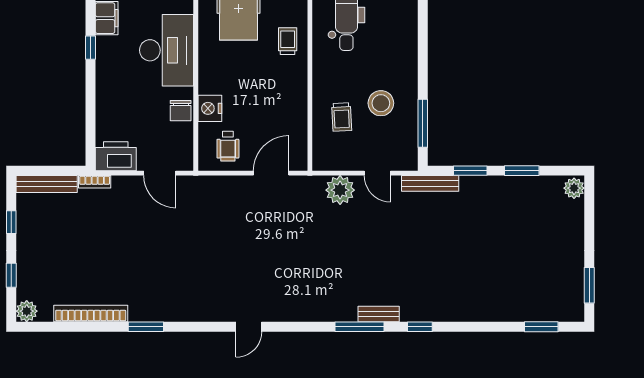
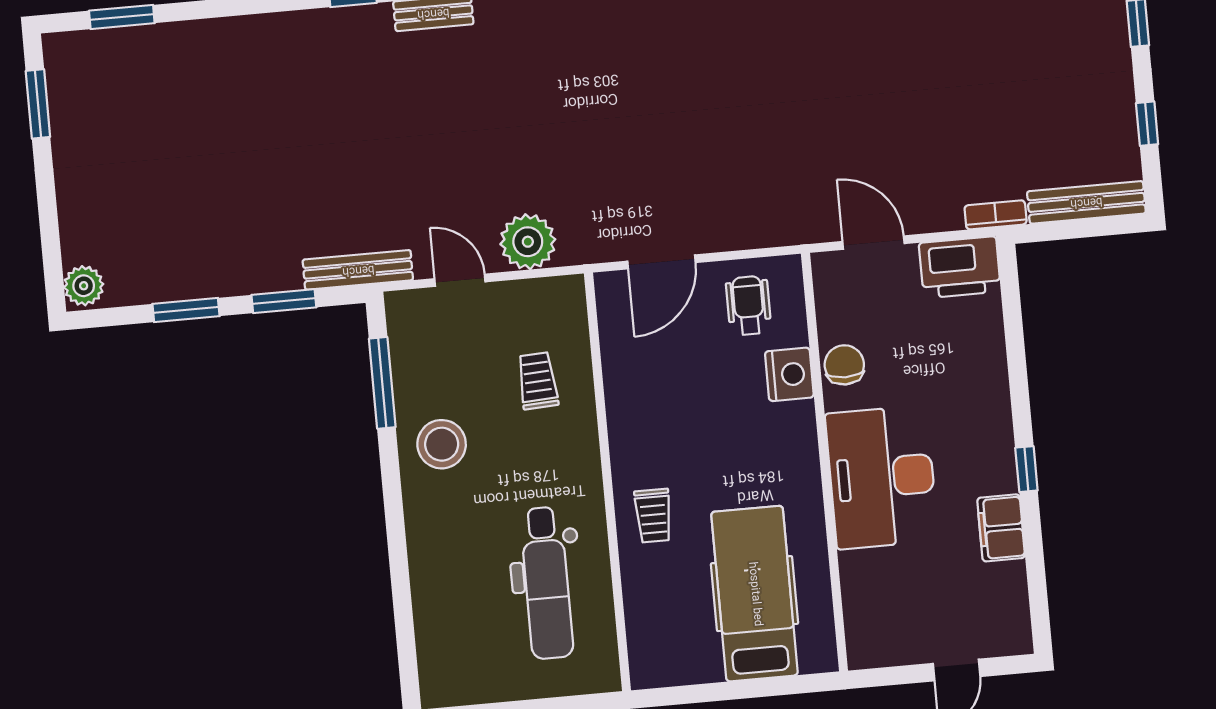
stool: (381, 103) -> (442, 444), moved

